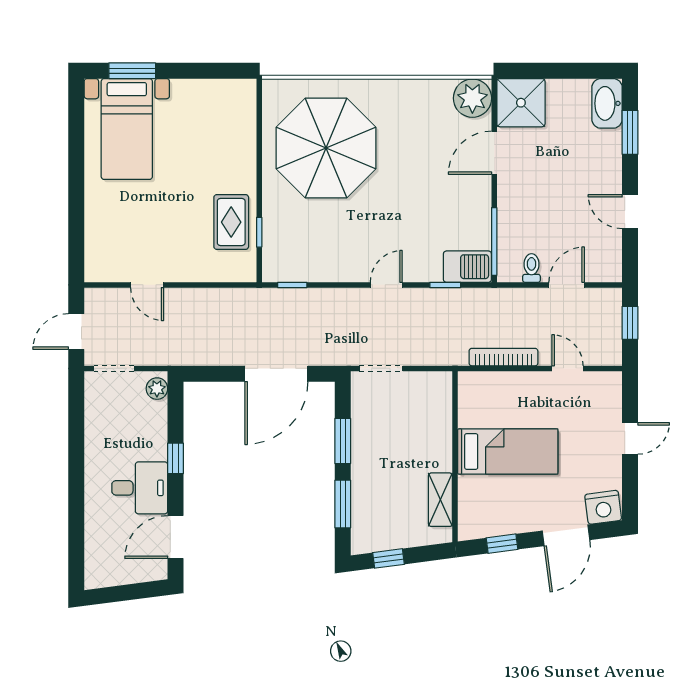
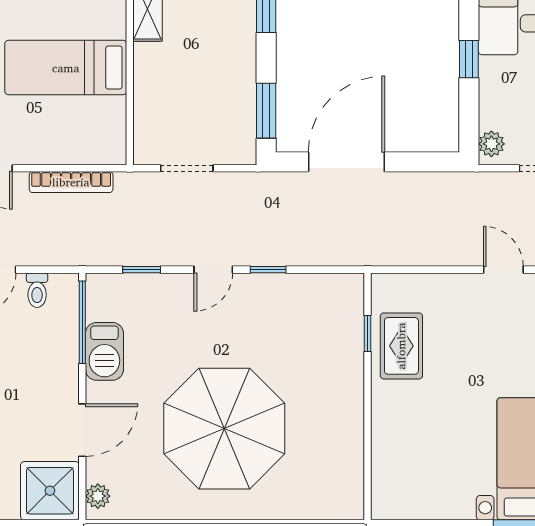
plant: (472, 98) -> (98, 496), width x0.53, depth x0.53
parasol: (326, 148) -> (224, 429), moved
barbecue: (467, 267) -> (104, 351), moved, turned -90
window: (292, 285) -> (268, 270), moved
doorway: (381, 368) -> (187, 168), moved
window: (343, 441) -> (266, 111), moved

